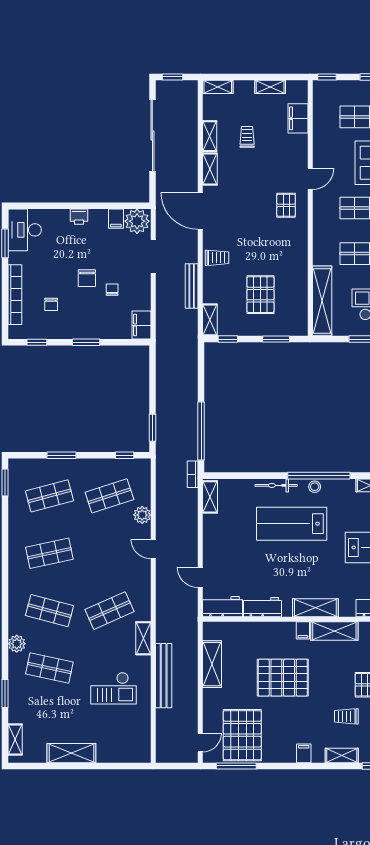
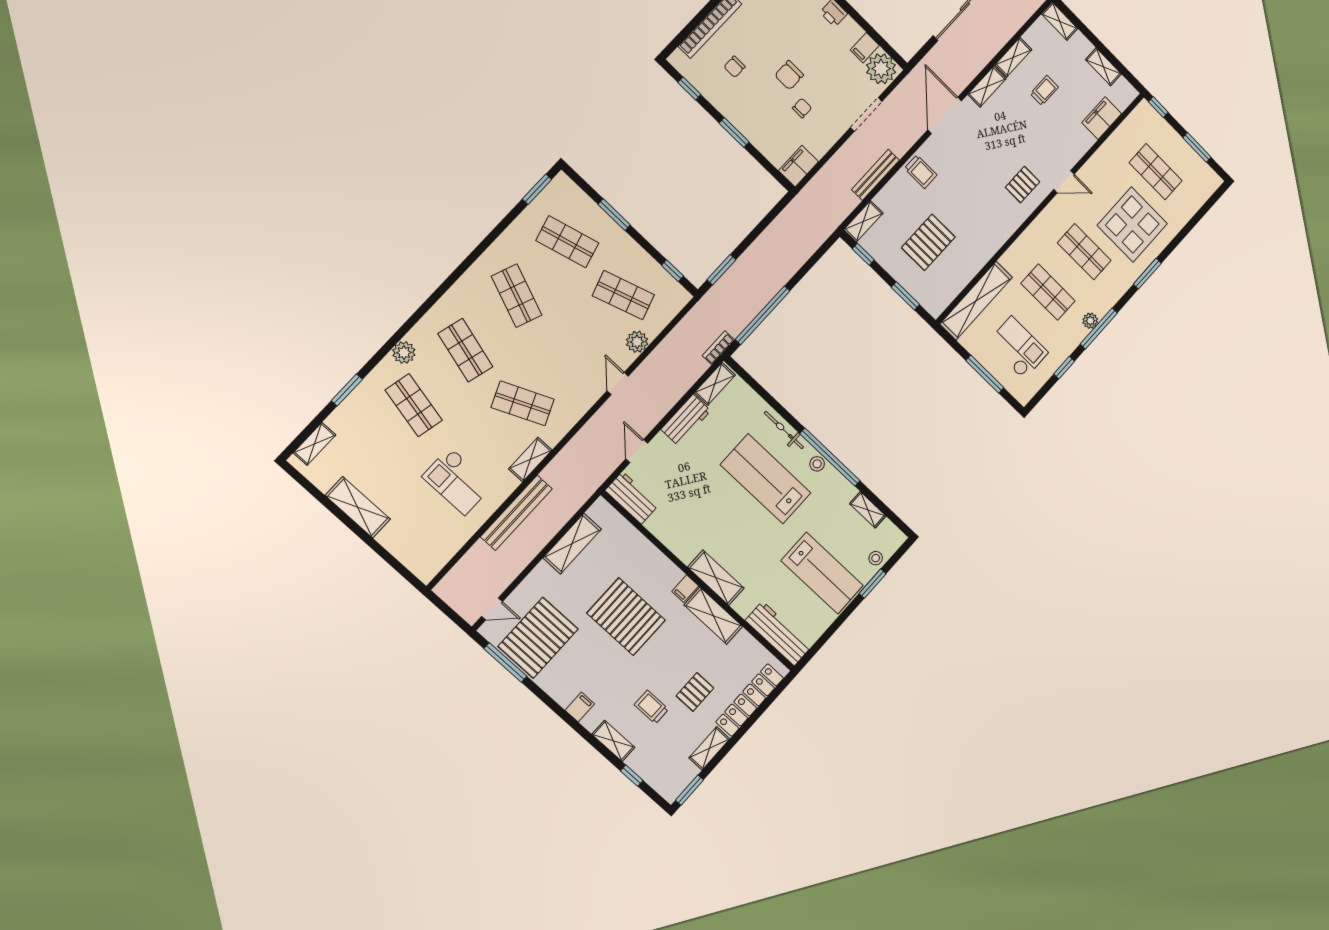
shop shelf: (49, 553) -> (517, 296), turned 33
workbench: (262, 607) -> (686, 420), moved, turned 90

